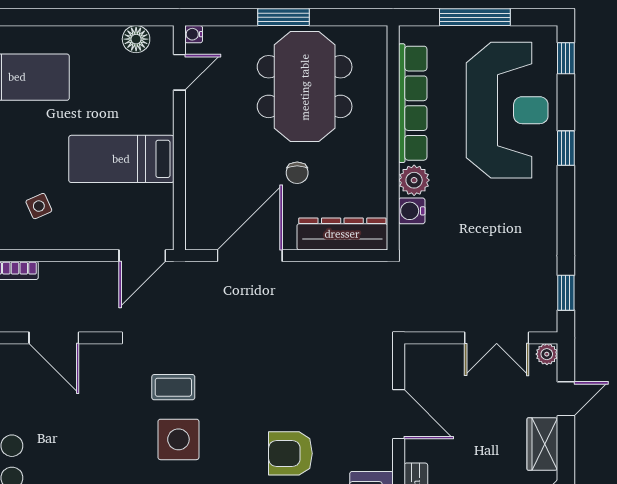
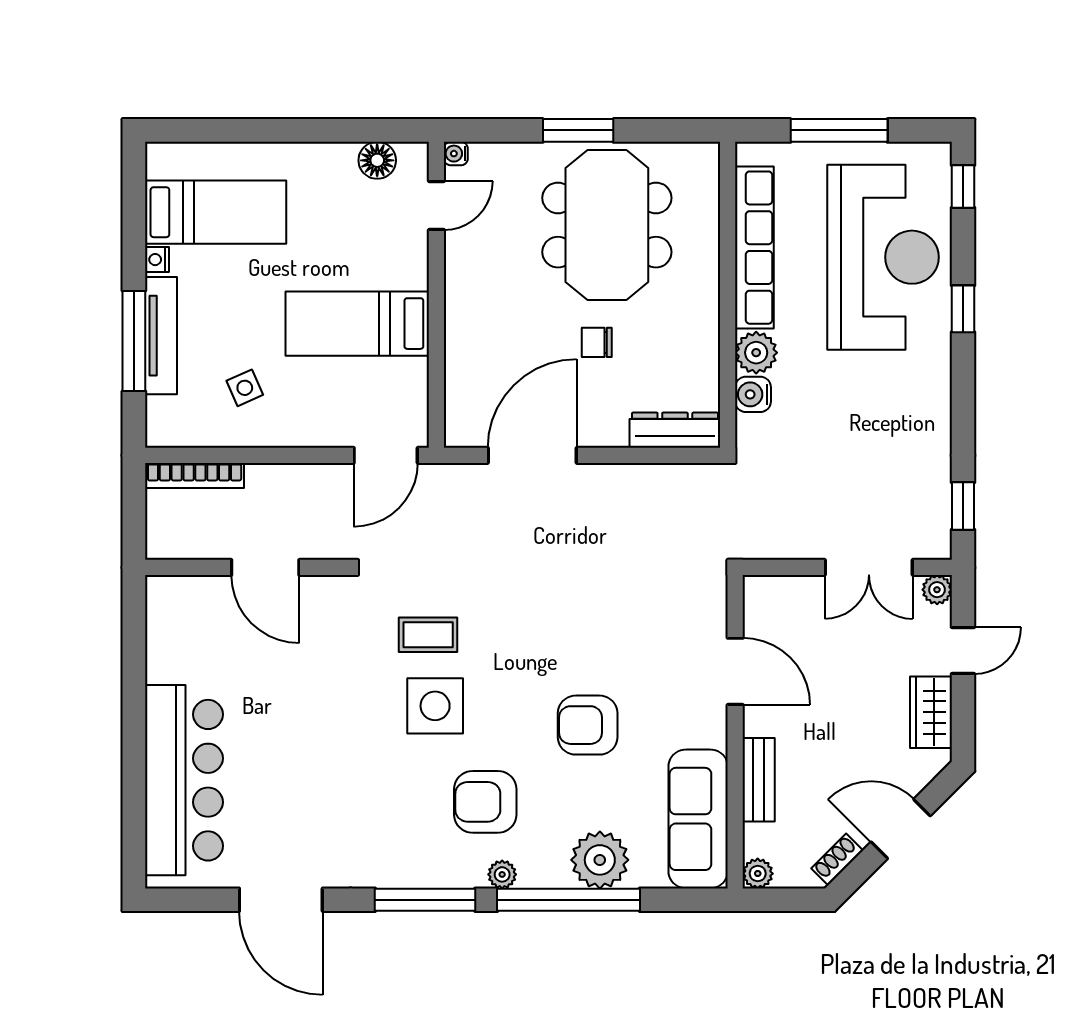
chair: (297, 173) -> (597, 342), turned 90
dresser: (342, 234) -> (675, 430), width x0.73, depth x0.80

